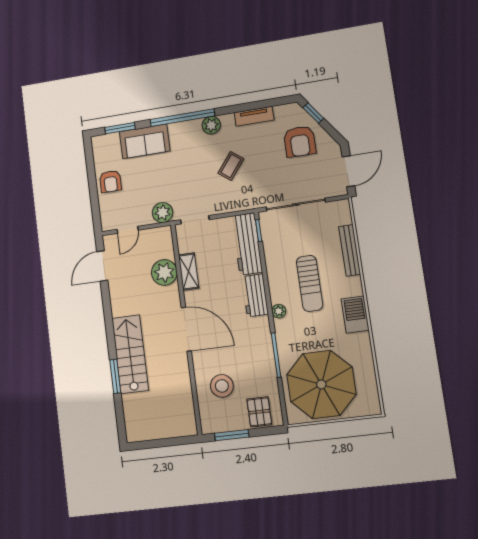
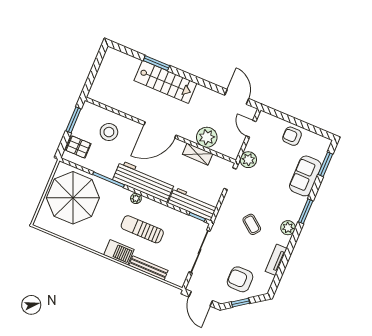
window: (313, 113) -> (240, 303), moved
window: (182, 118) -> (306, 211), width x0.47
workbench: (255, 295) -> (144, 181), width x1.88, depth x1.32
barbecue: (355, 315) -> (119, 252), moved

